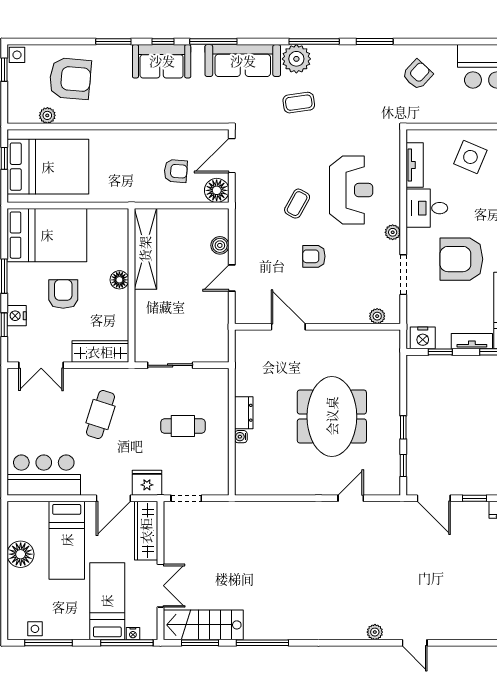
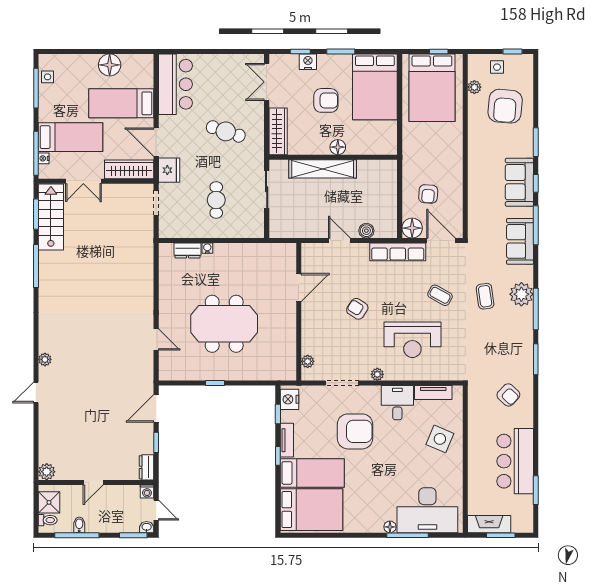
side table: (17, 55) -> (497, 67), moved
sofa: (243, 61) -> (520, 241), width x0.73
coffee table: (297, 204) -> (440, 295), moved
row of seats: (245, 208) -> (398, 252), added
shelving: (145, 249) -> (323, 169), moved
armchair: (314, 256) -> (357, 309), turned -57
armchair: (461, 259) -> (355, 431), turned 90
dresser: (244, 413) -> (187, 250), moved
window: (403, 466) -> (183, 383), removed

